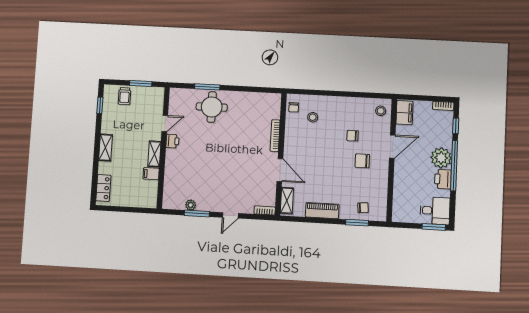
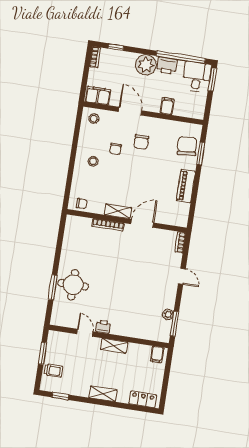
stool: (313, 117) -> (93, 161), moved
window: (454, 166) -> (181, 57), moved
filing cabinet: (151, 174) -> (157, 354), moved
filing cabinet: (402, 184) -> (167, 106), added
shelving: (287, 201) -> (118, 211), moved
chair: (363, 208) -> (187, 146), width x1.87, depth x1.87
window: (197, 213) -> (174, 324), moved

